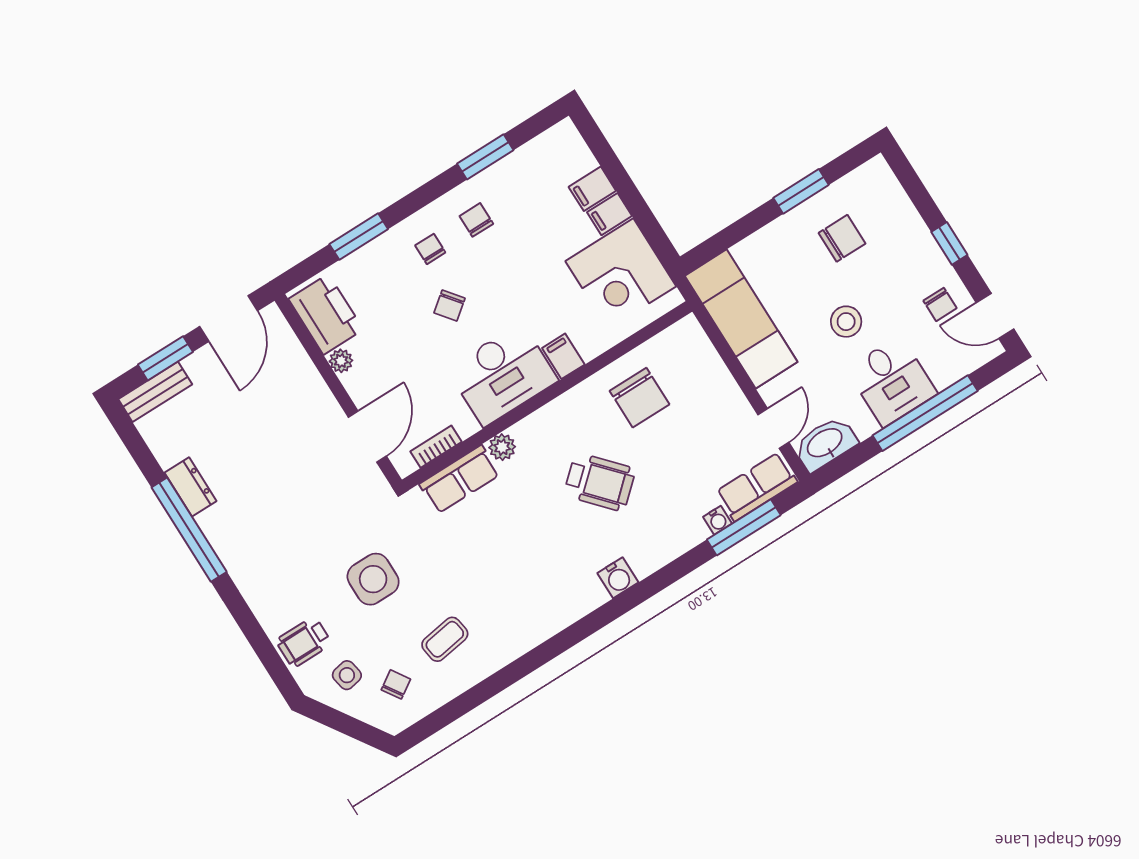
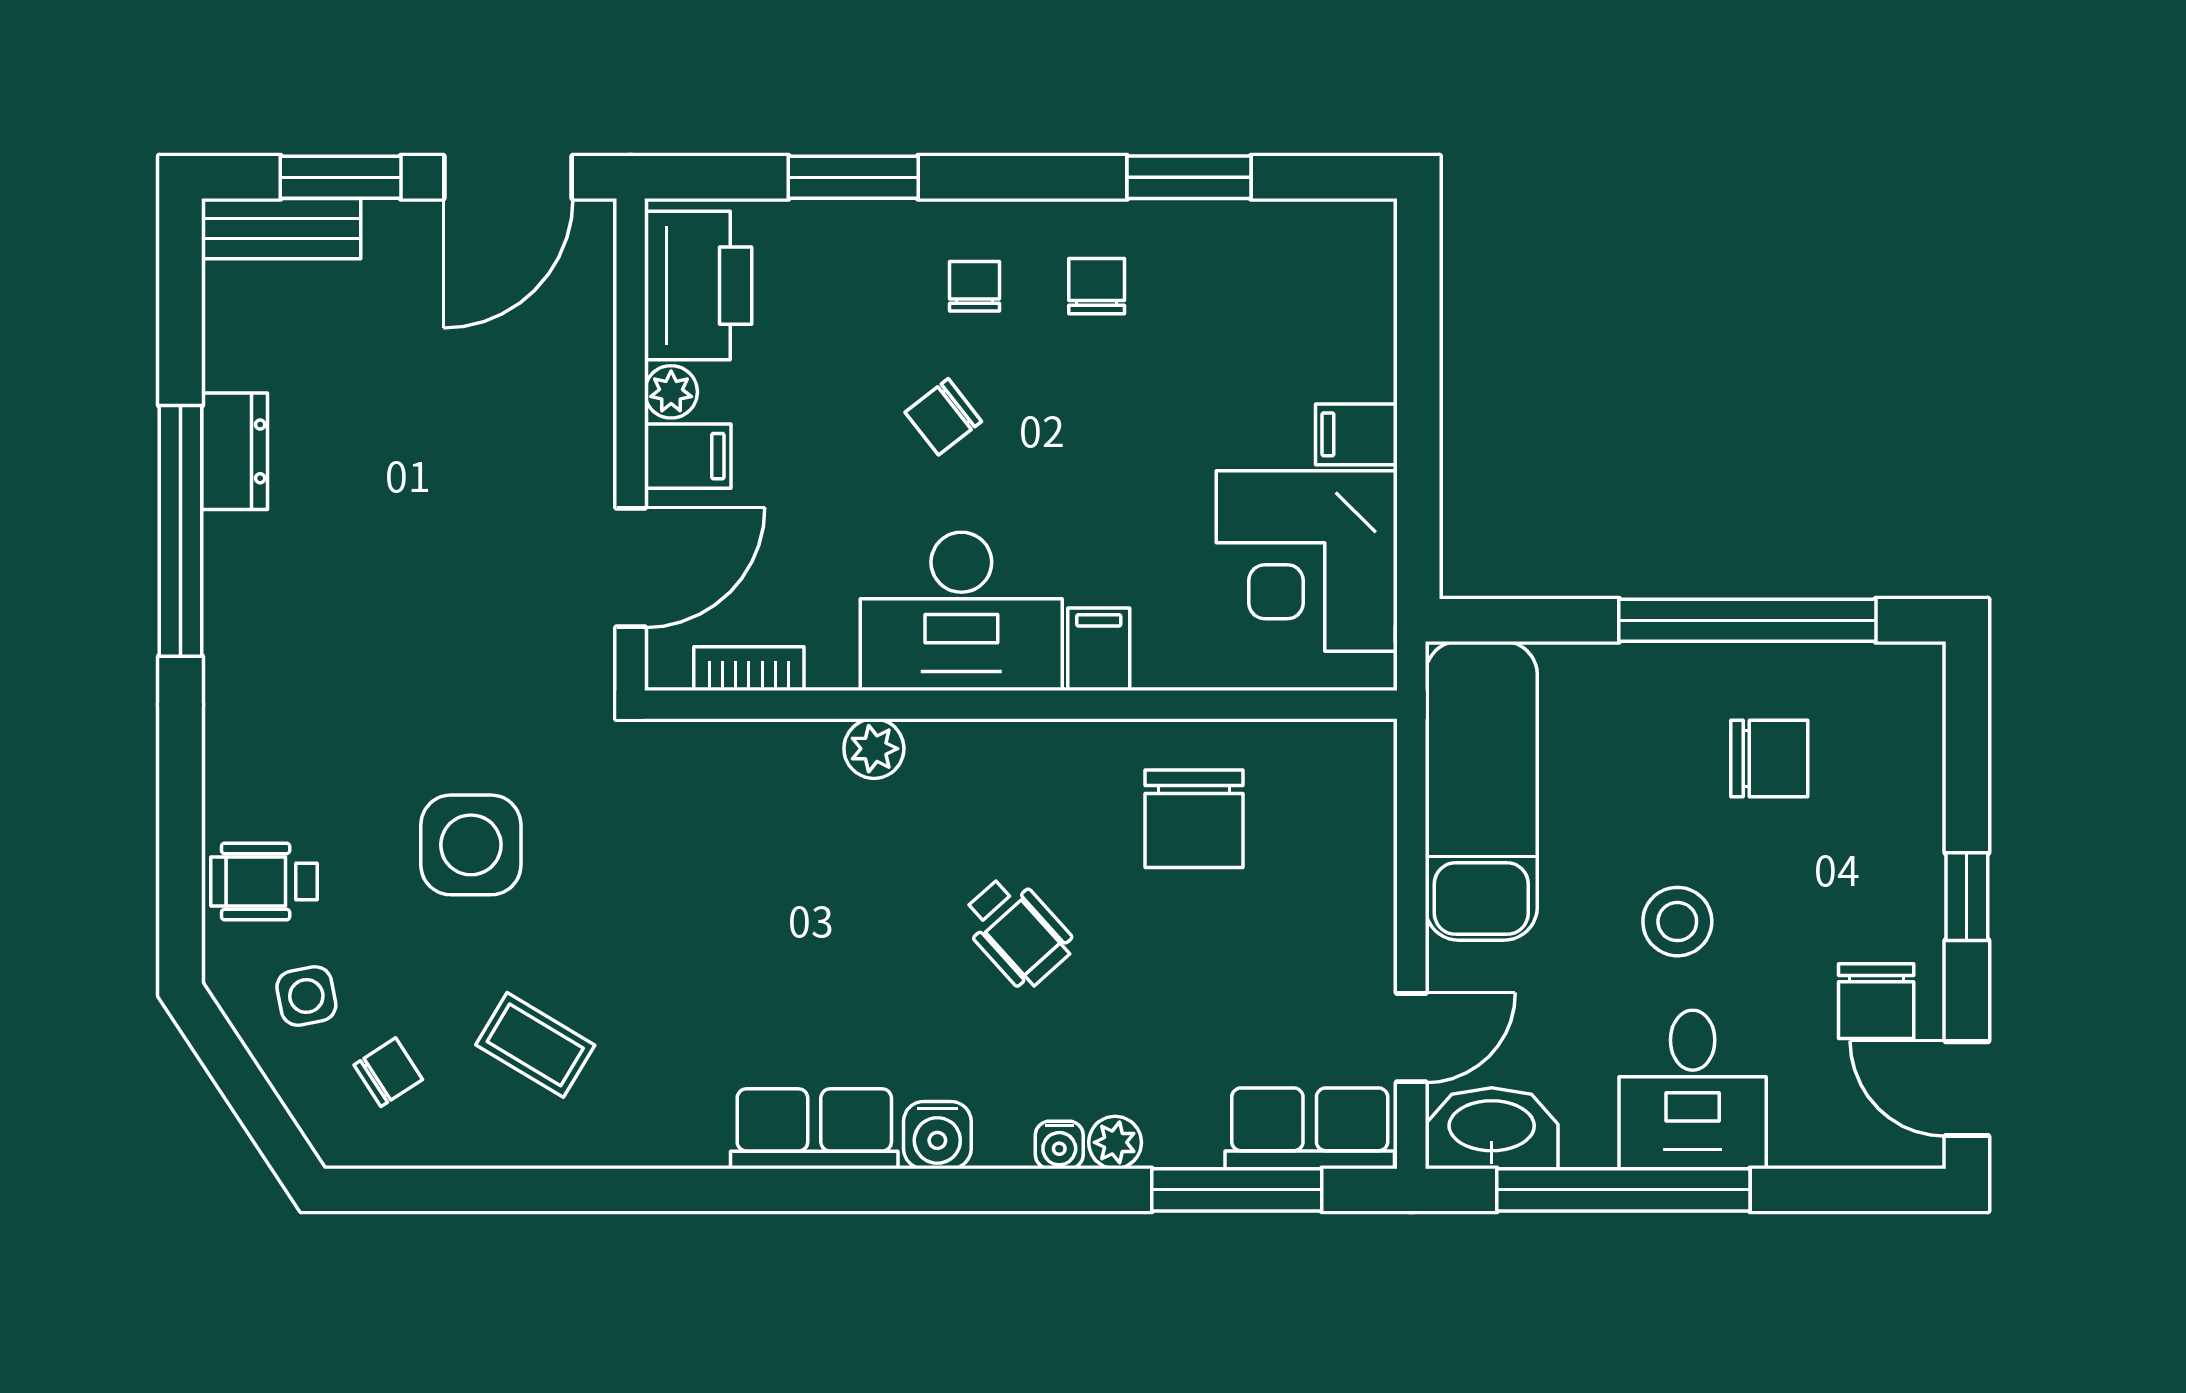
filing cabinet: (592, 189) -> (688, 456), moved, turned 180
window: (801, 191) -> (1747, 620), width x2.11
chair: (940, 304) -> (1876, 1001), width x1.37, depth x1.37
window: (925, 413) -> (1623, 1190), moved
row of seats: (460, 479) -> (814, 1129), moved, turned 180
wheelchair: (600, 482) -> (1017, 931), width x0.73, depth x0.73
water cooler: (718, 520) -> (1059, 1145), moved
plant: (687, 538) -> (1115, 1142), added
coffee table: (445, 639) -> (535, 1045), turned 40

